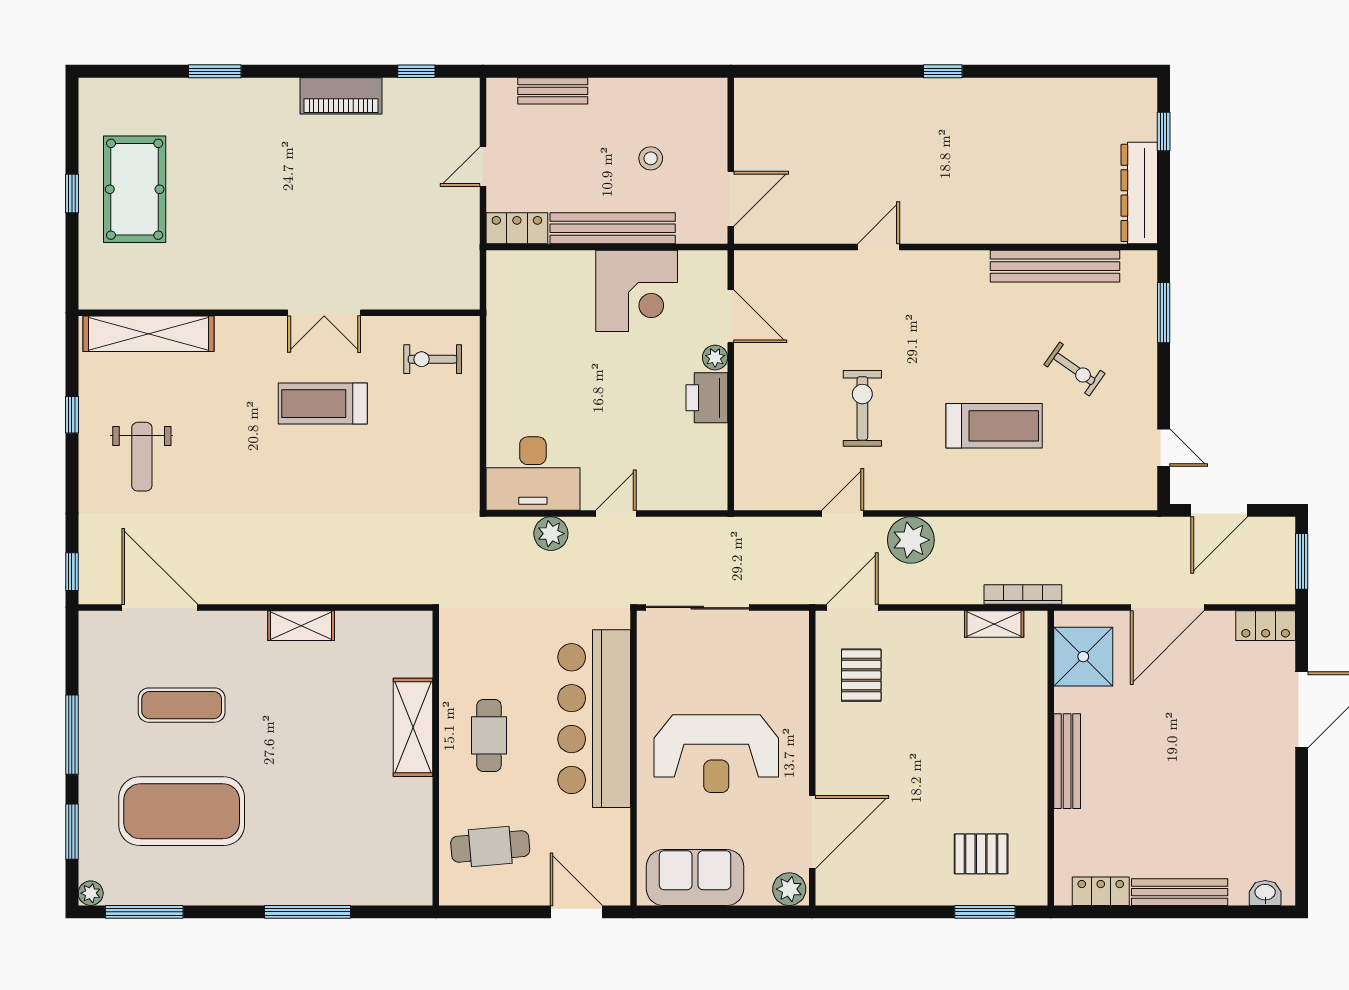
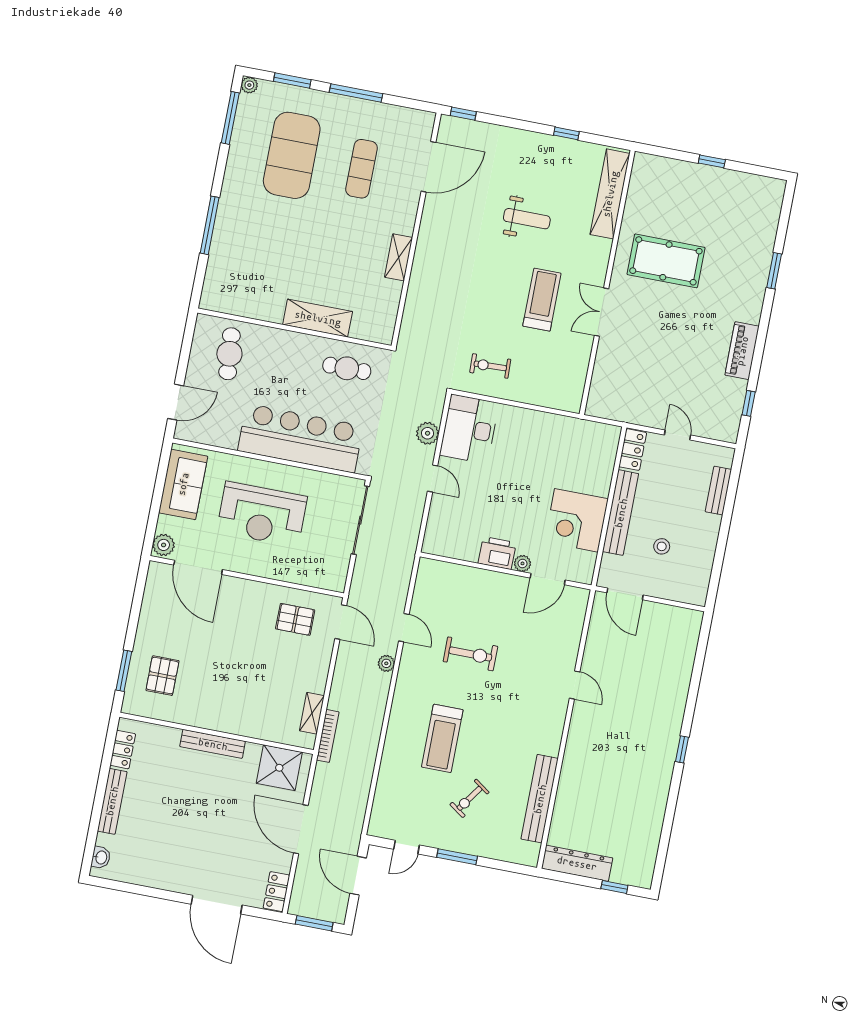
pool table: (135, 189) -> (666, 261), moved
window: (1164, 313) -> (457, 857), moved
exercise bike: (433, 359) -> (490, 366), moved, turned -92
weight bench: (142, 457) -> (527, 219), moved, turned 180
plant: (911, 540) -> (386, 663), width x0.53, depth x0.53
cafe table: (489, 735) -> (347, 368), moved
reception desk: (716, 754) -> (262, 514), turned -90

